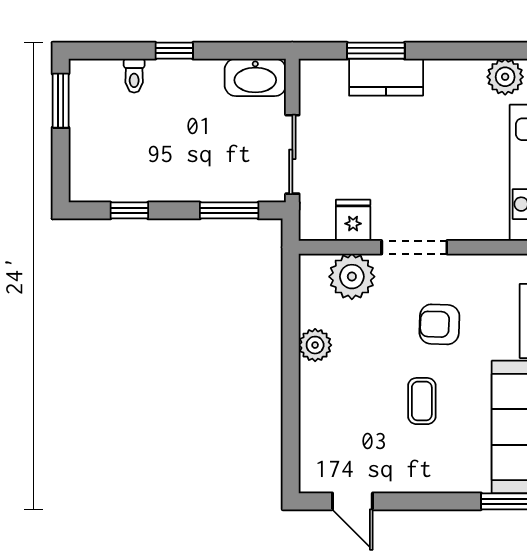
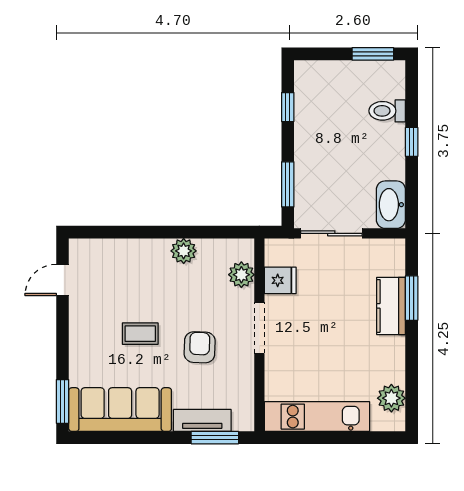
toilet: (134, 76) -> (387, 111), width x1.37, depth x1.39
plant: (352, 277) -> (241, 275), width x0.73, depth x0.73

